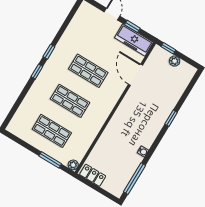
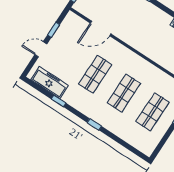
freezer: (134, 40) -> (50, 83), moved, turned -90
window: (49, 52) -> (59, 101), moved

